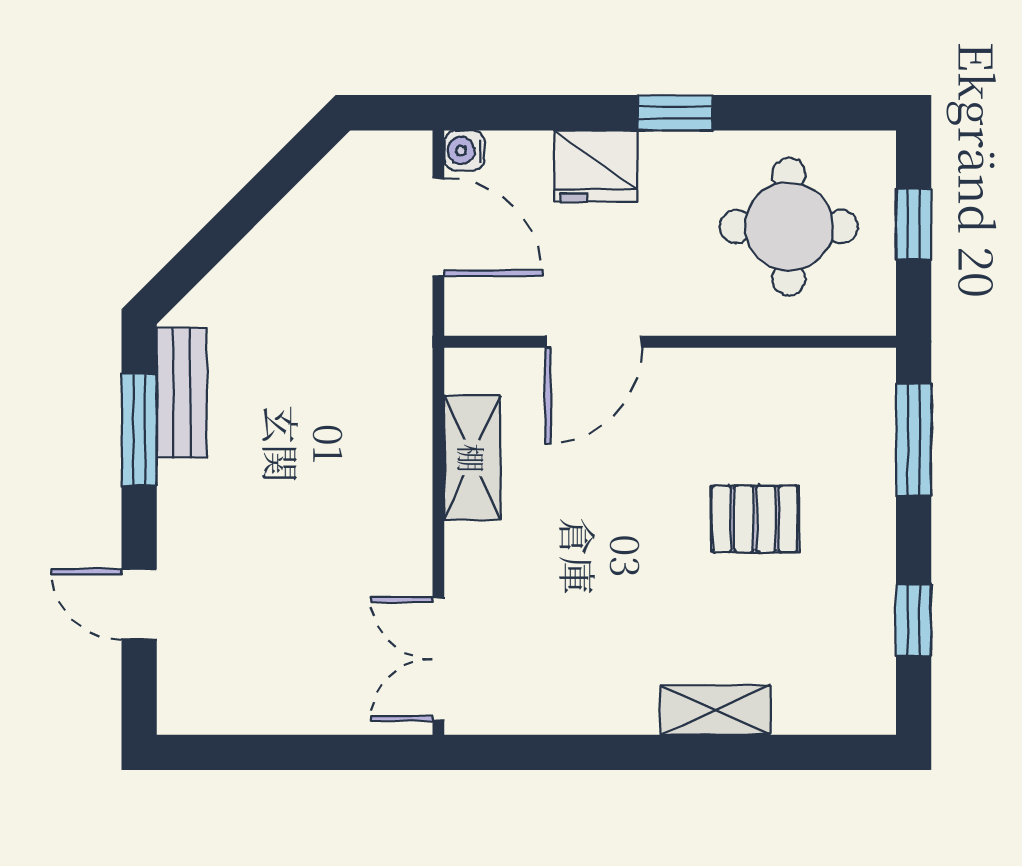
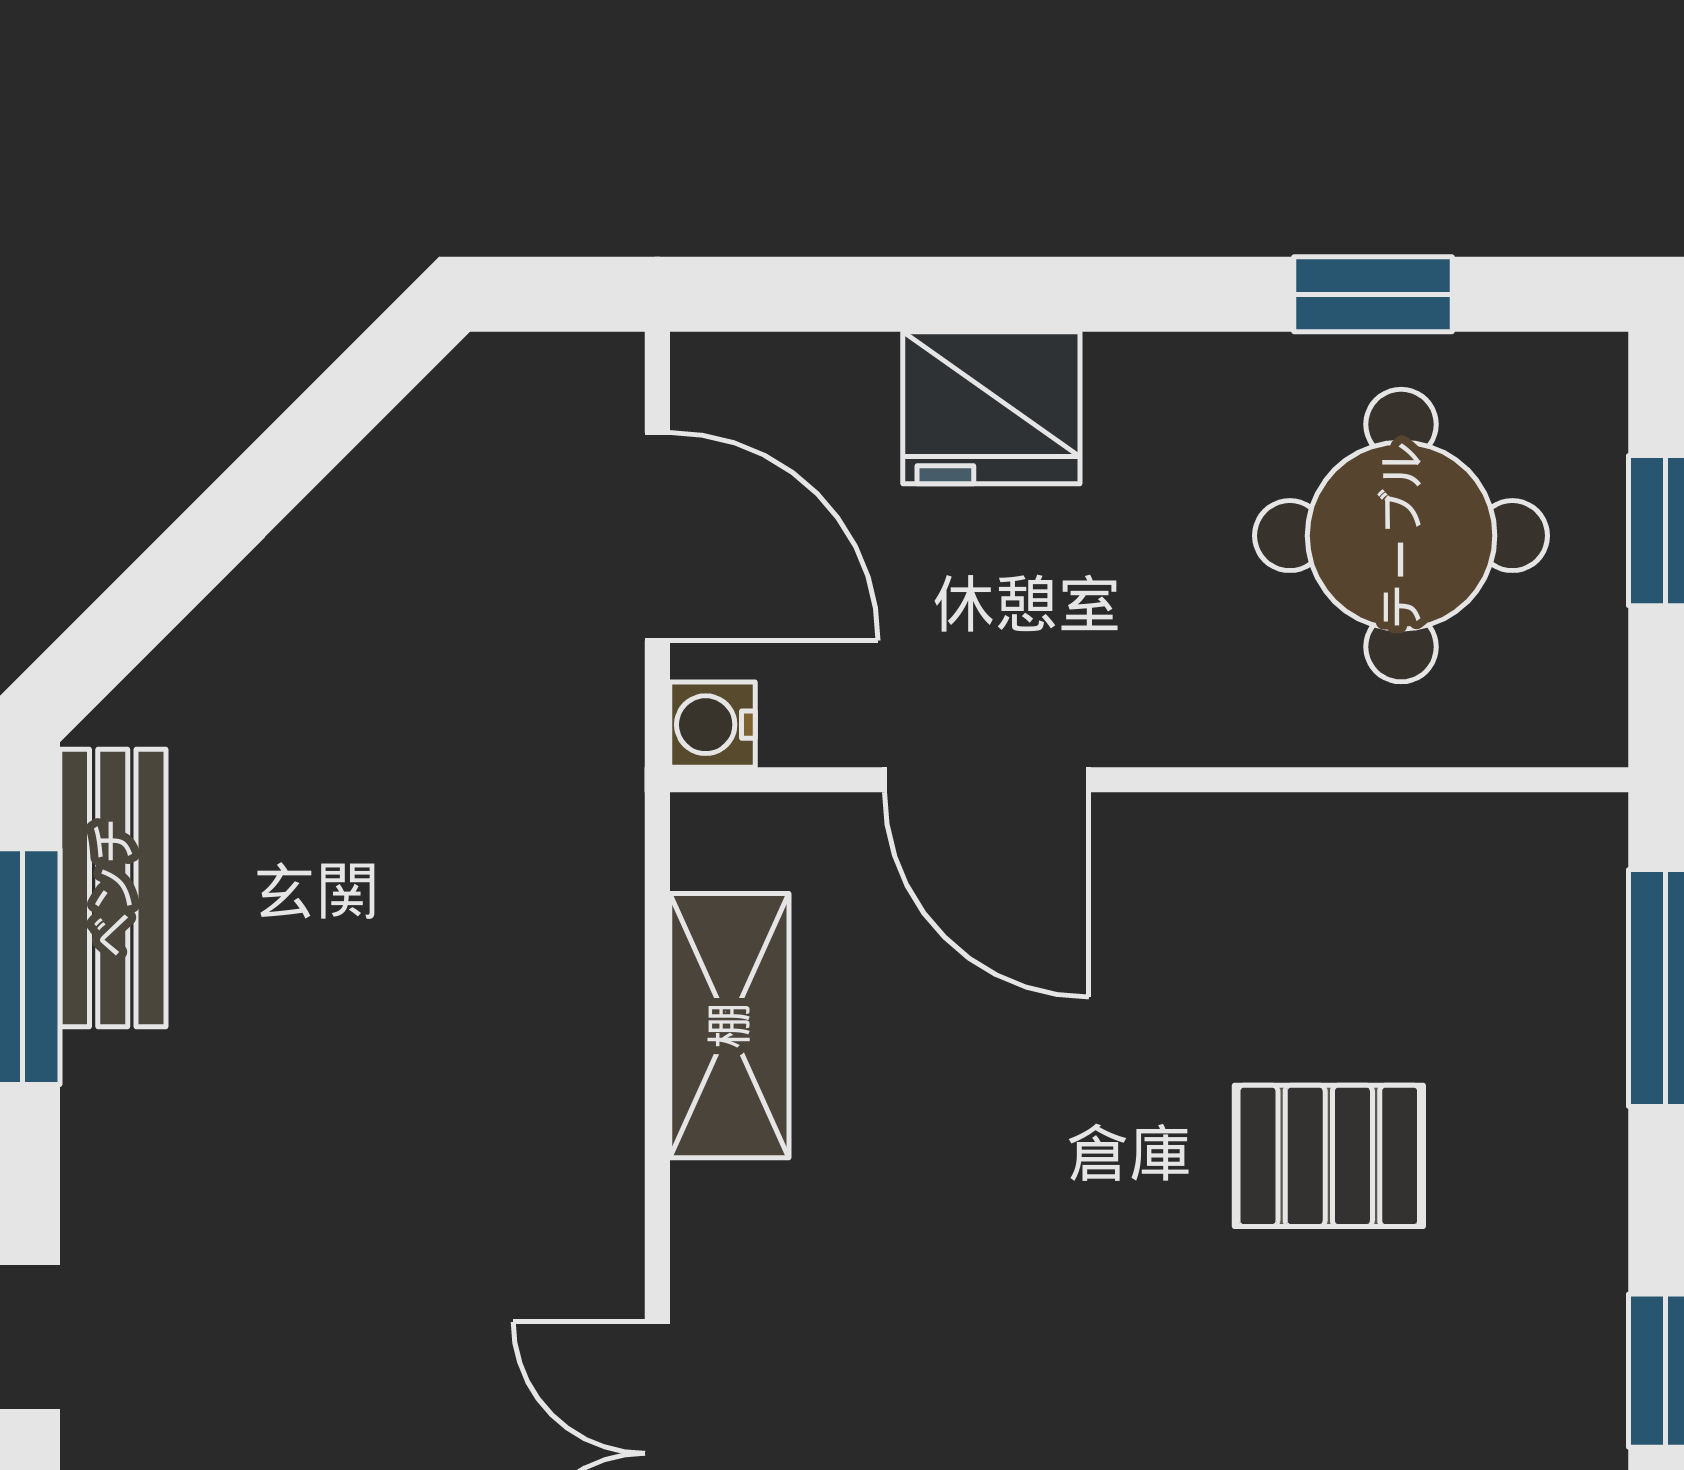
window: (675, 113) -> (1373, 294), moved
water cooler: (464, 151) -> (712, 725), moved
door: (594, 342) -> (987, 780), hinge flipped

